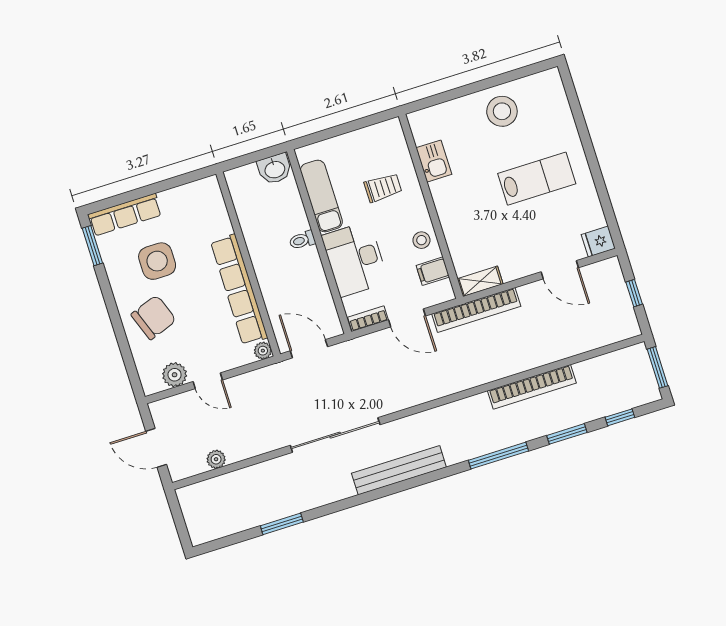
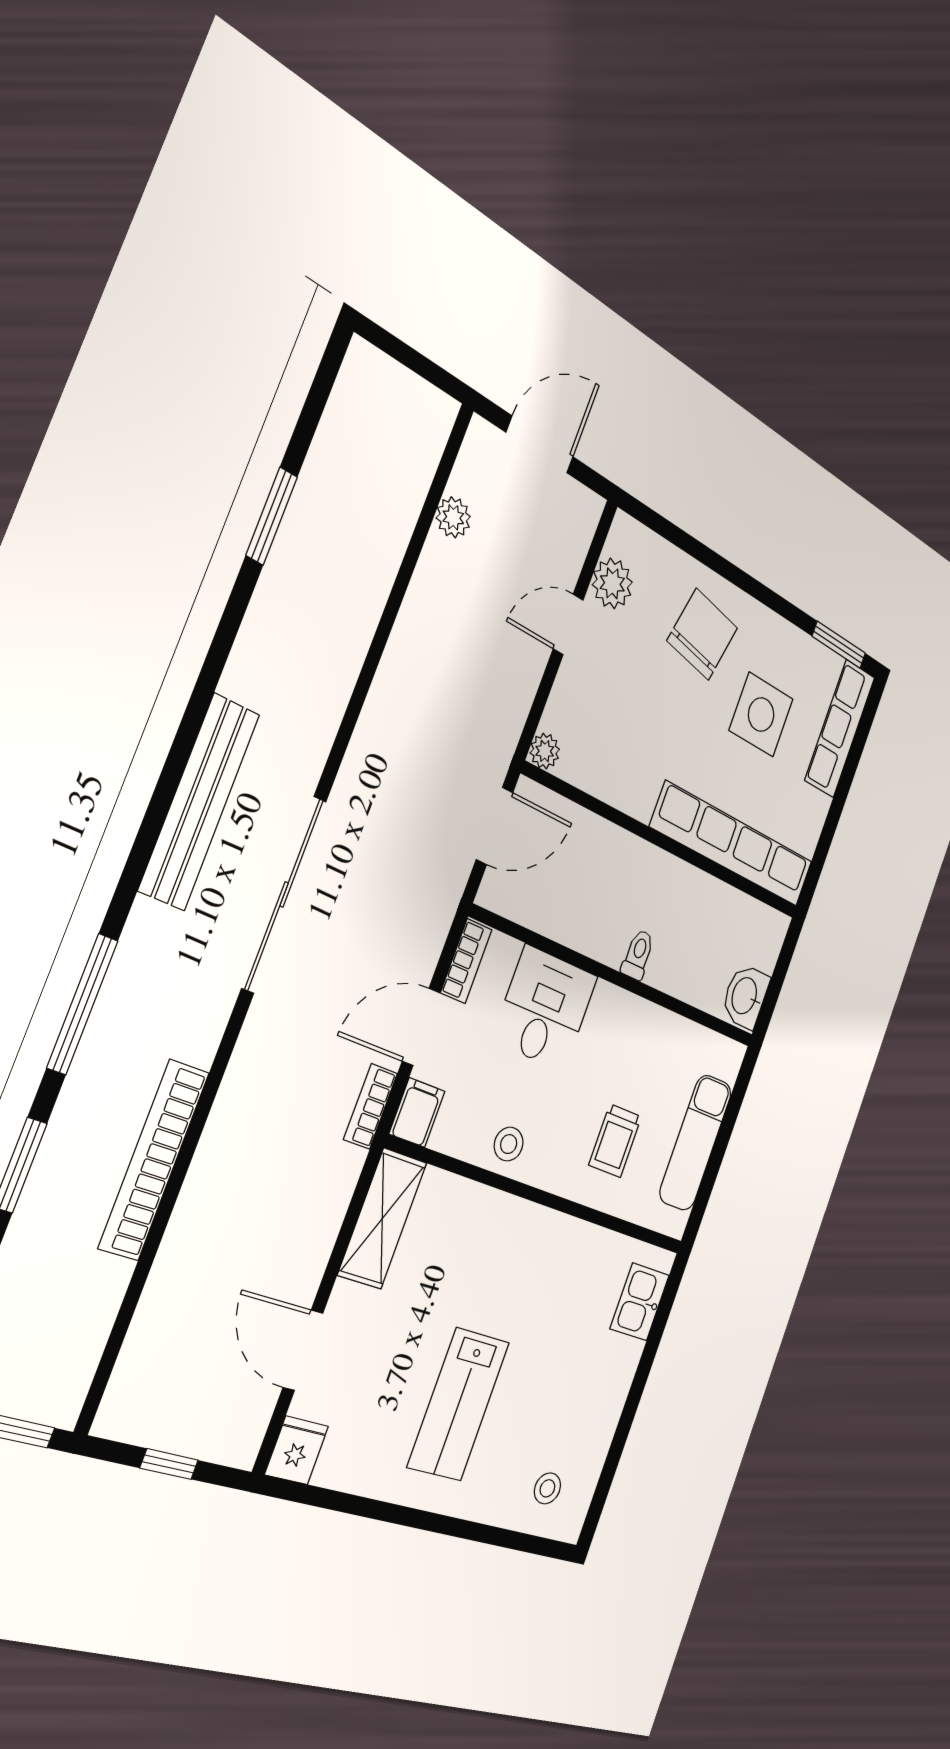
stool: (502, 111) -> (547, 1488), moved, width x0.53, depth x0.53
kitchen sink: (434, 161) -> (640, 1302), moved, turned 90
exam couch: (321, 196) -> (696, 1143), moved, turned 90
desk: (355, 259) -> (545, 1008), width x0.73
door: (560, 270) -> (303, 1350), hinge flipped
filing cabinet: (433, 271) -> (417, 1113), moved
shelving: (480, 281) -> (382, 1219), width x1.50, depth x1.33
row of seats: (239, 290) -> (733, 845), moved
bookcase: (476, 310) -> (371, 1106), width x0.43, depth x0.76
chair: (154, 317) -> (702, 634), turned -149
sliding door: (335, 435) -> (284, 894), moved

